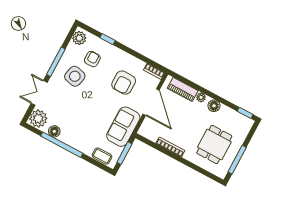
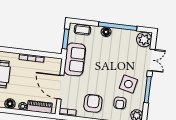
armchair: (124, 83) -> (93, 103), moved
floor lamp: (54, 131) -> (106, 32), moved

